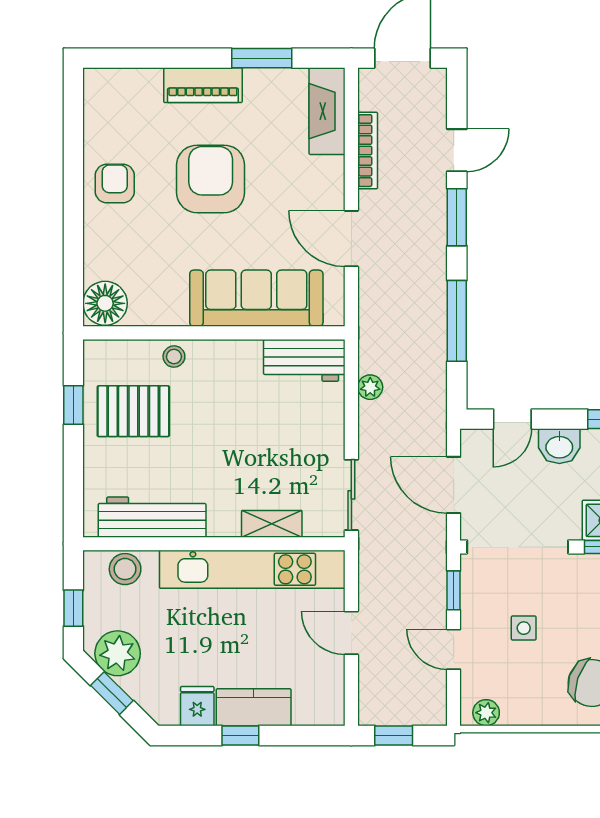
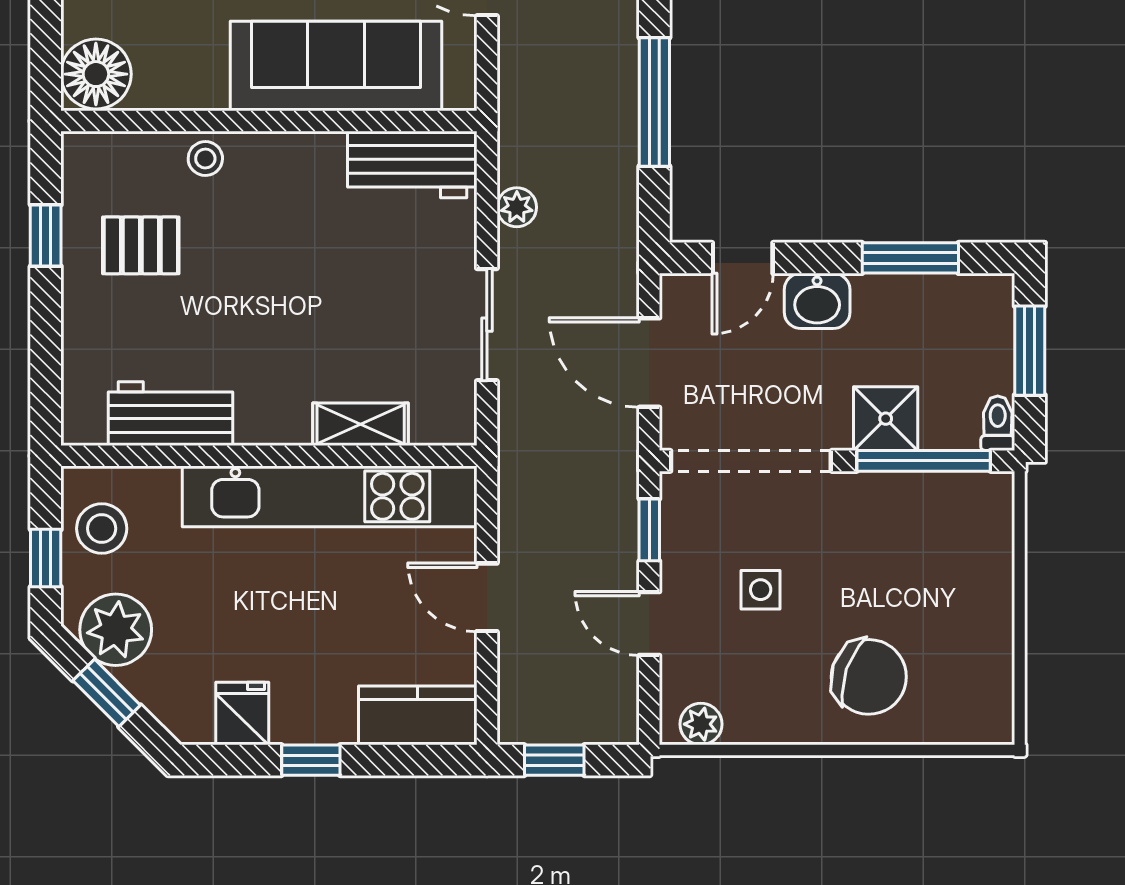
pallet: (133, 411) -> (141, 245), width x0.67, depth x0.71
sliding door: (351, 495) -> (487, 325), moved
workbench: (152, 517) -> (171, 414), width x0.73
stool: (125, 569) -> (102, 529), moved
kitchen counter: (254, 707) -> (418, 715), moved

